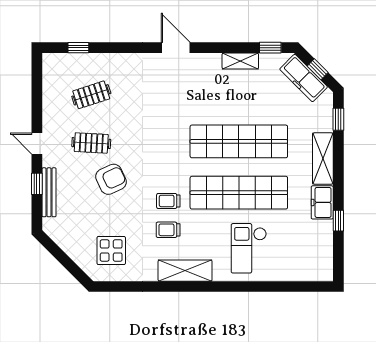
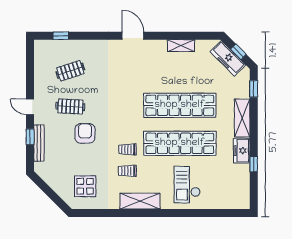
window: (270, 48) -> (203, 36), removed
armchair: (111, 179) -> (85, 133), turned -65

